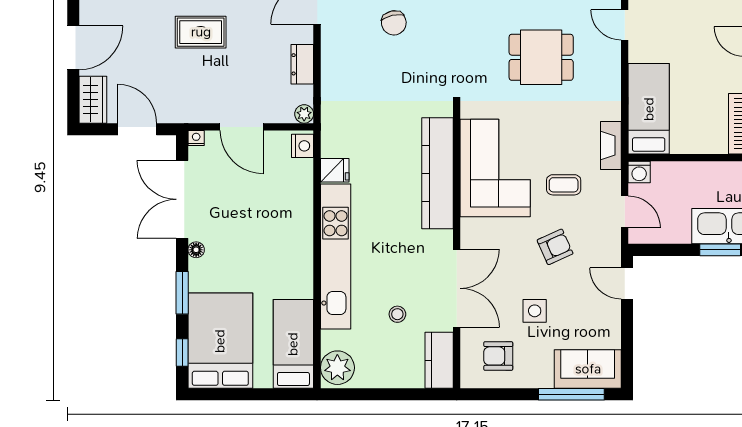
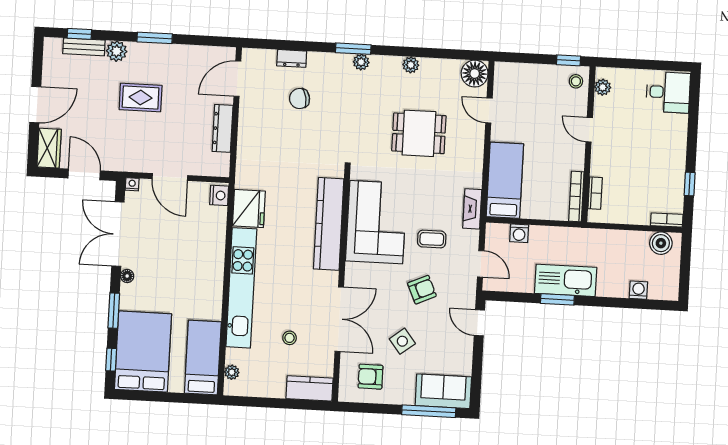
chair: (394, 23) -> (300, 99), turned 92
dresser: (302, 64) -> (223, 128), width x1.44
plant: (304, 114) -> (222, 169), removed
fridge: (335, 170) -> (249, 208), width x1.88, depth x1.34
washing machine: (639, 172) -> (519, 233), moved
side table: (535, 311) -> (402, 341), turned -38
kitchen counter: (439, 360) -> (310, 388), moved, turned 90
plant: (337, 368) -> (232, 372), width x0.53, depth x0.53

